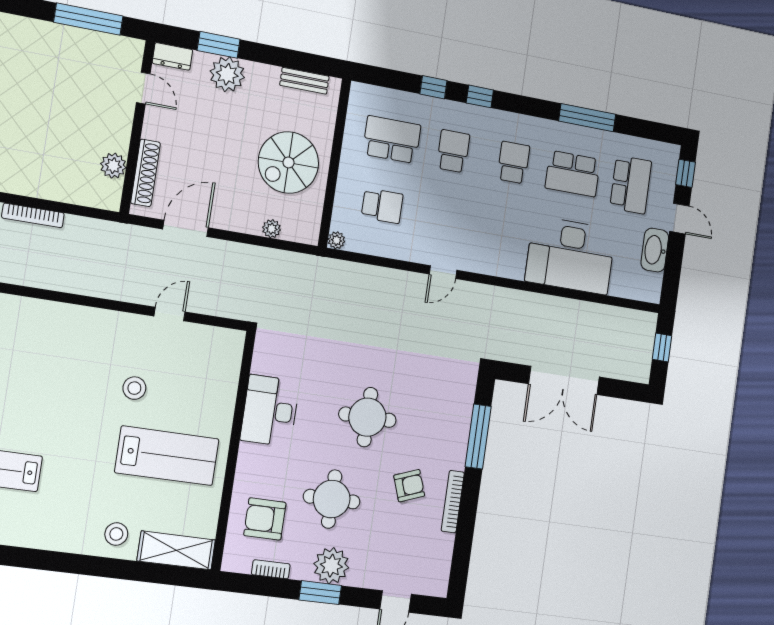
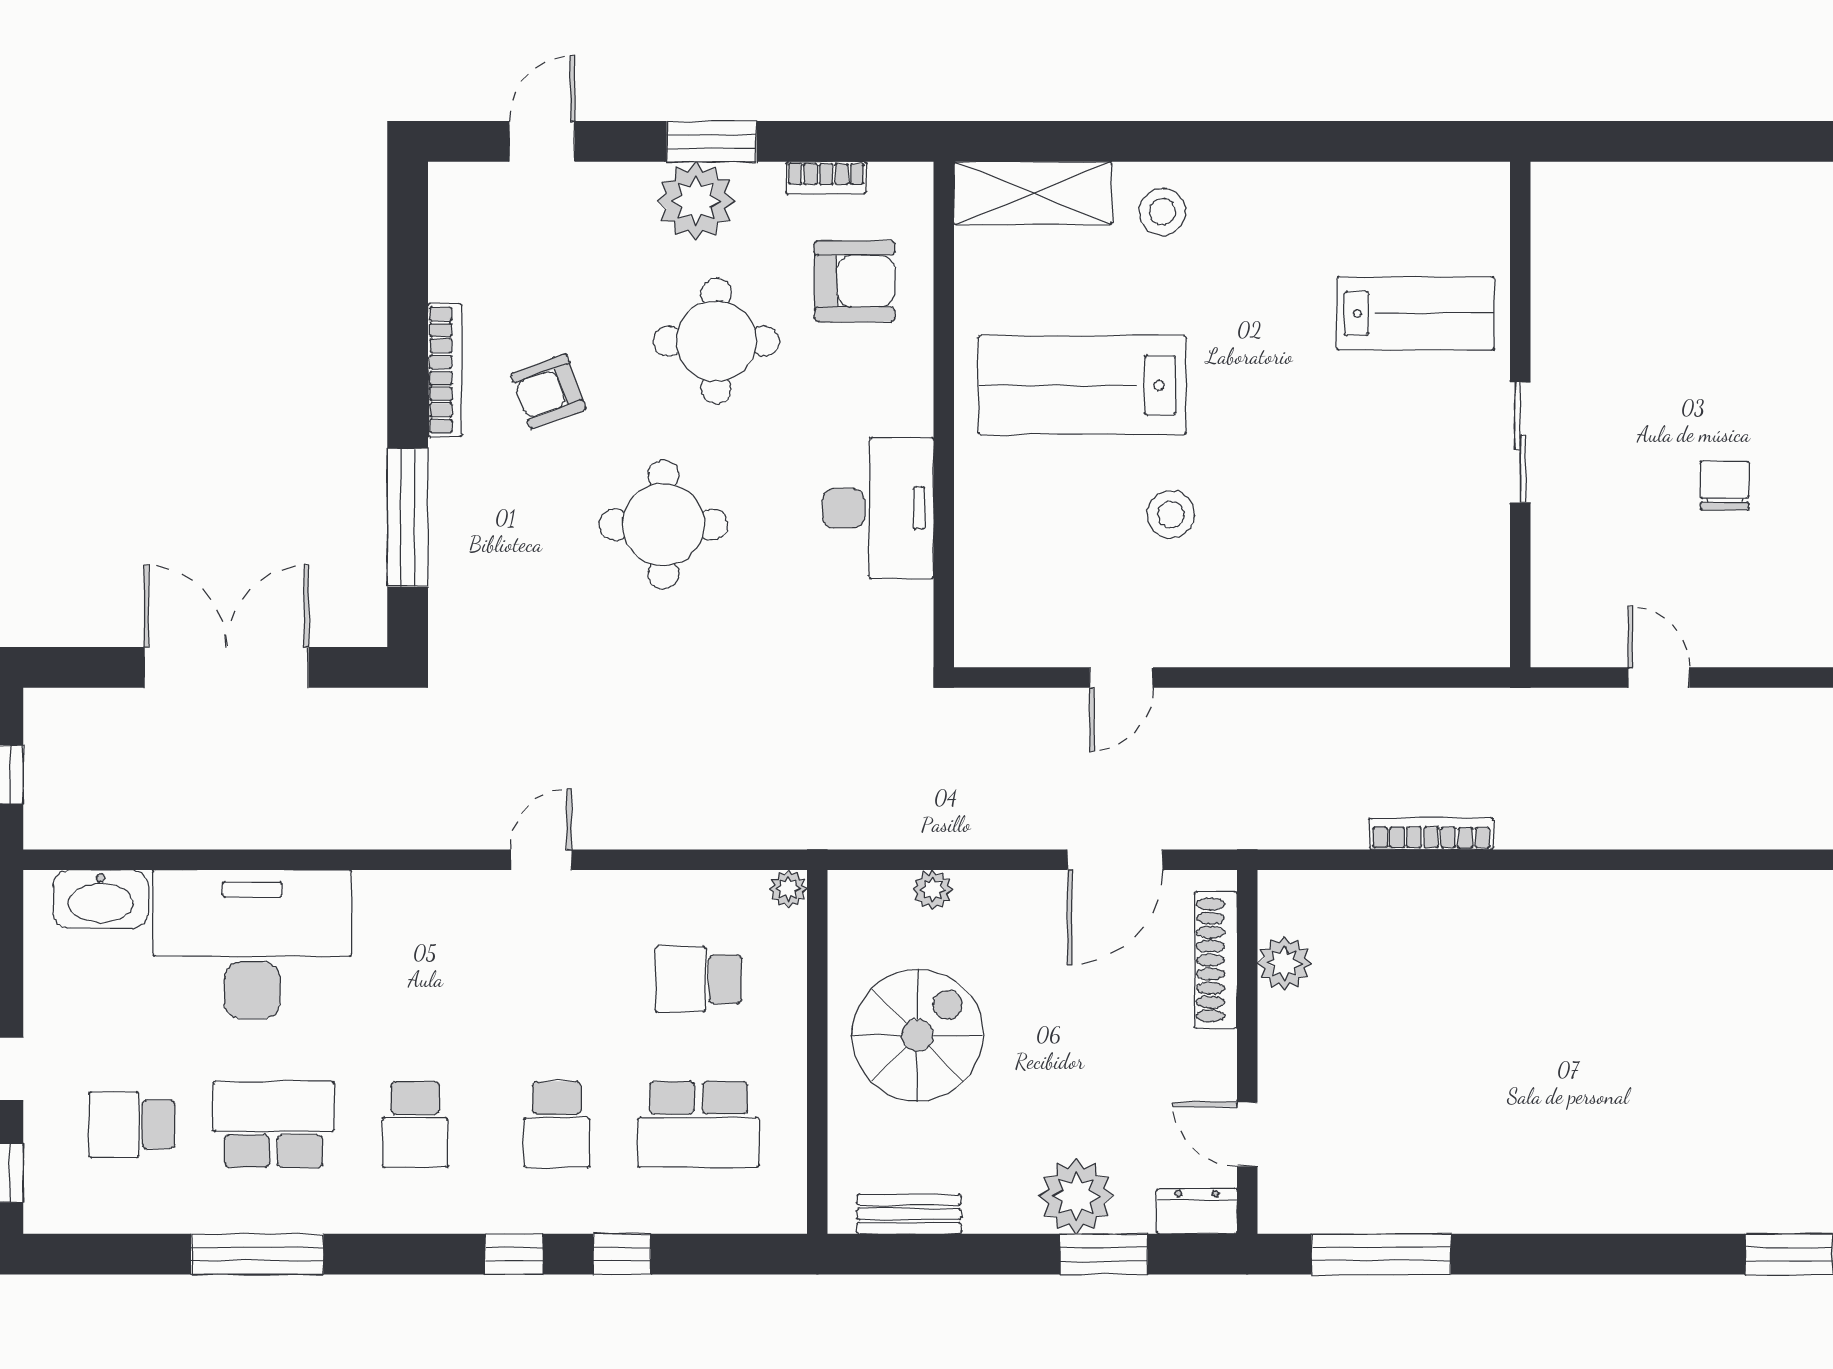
school desk: (631, 185) -> (132, 1124), width x0.54
washbasin: (655, 250) -> (101, 899), moved, turned 90

